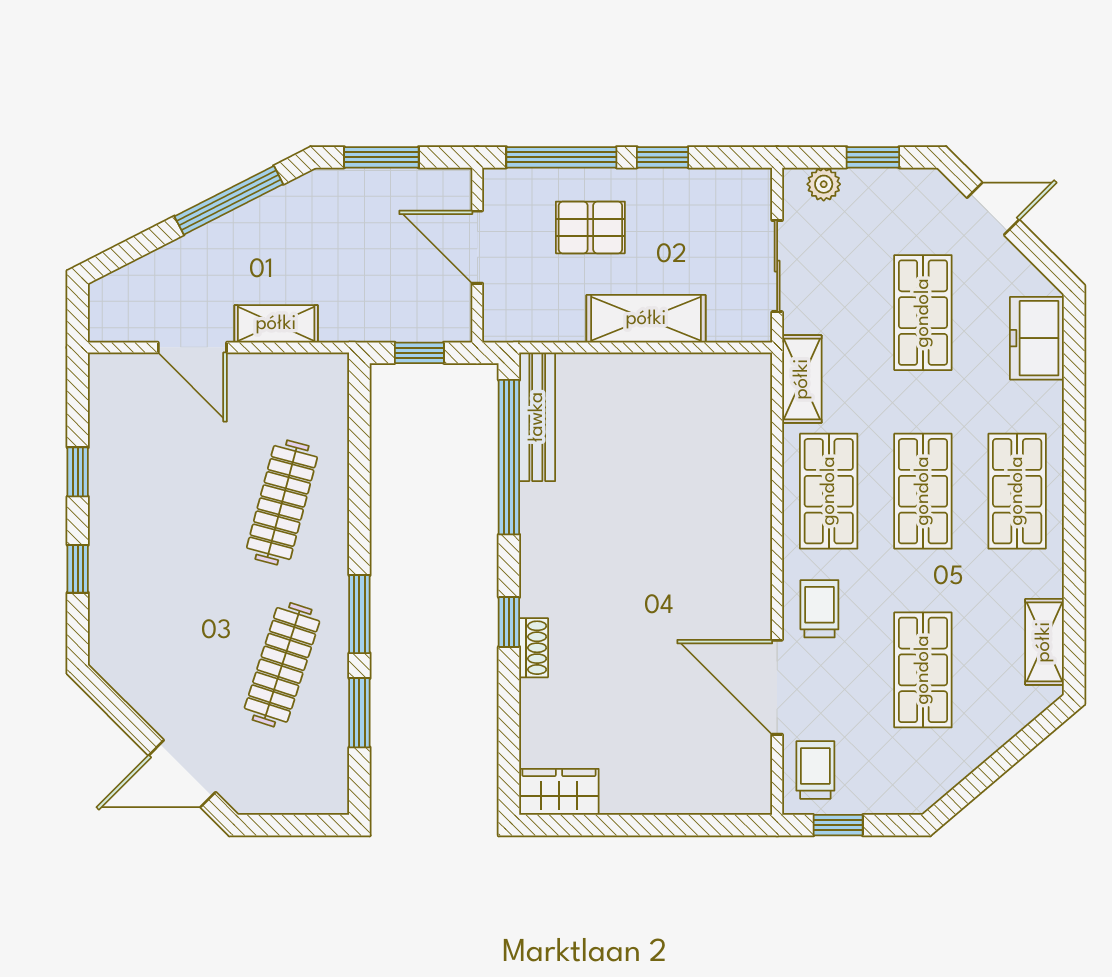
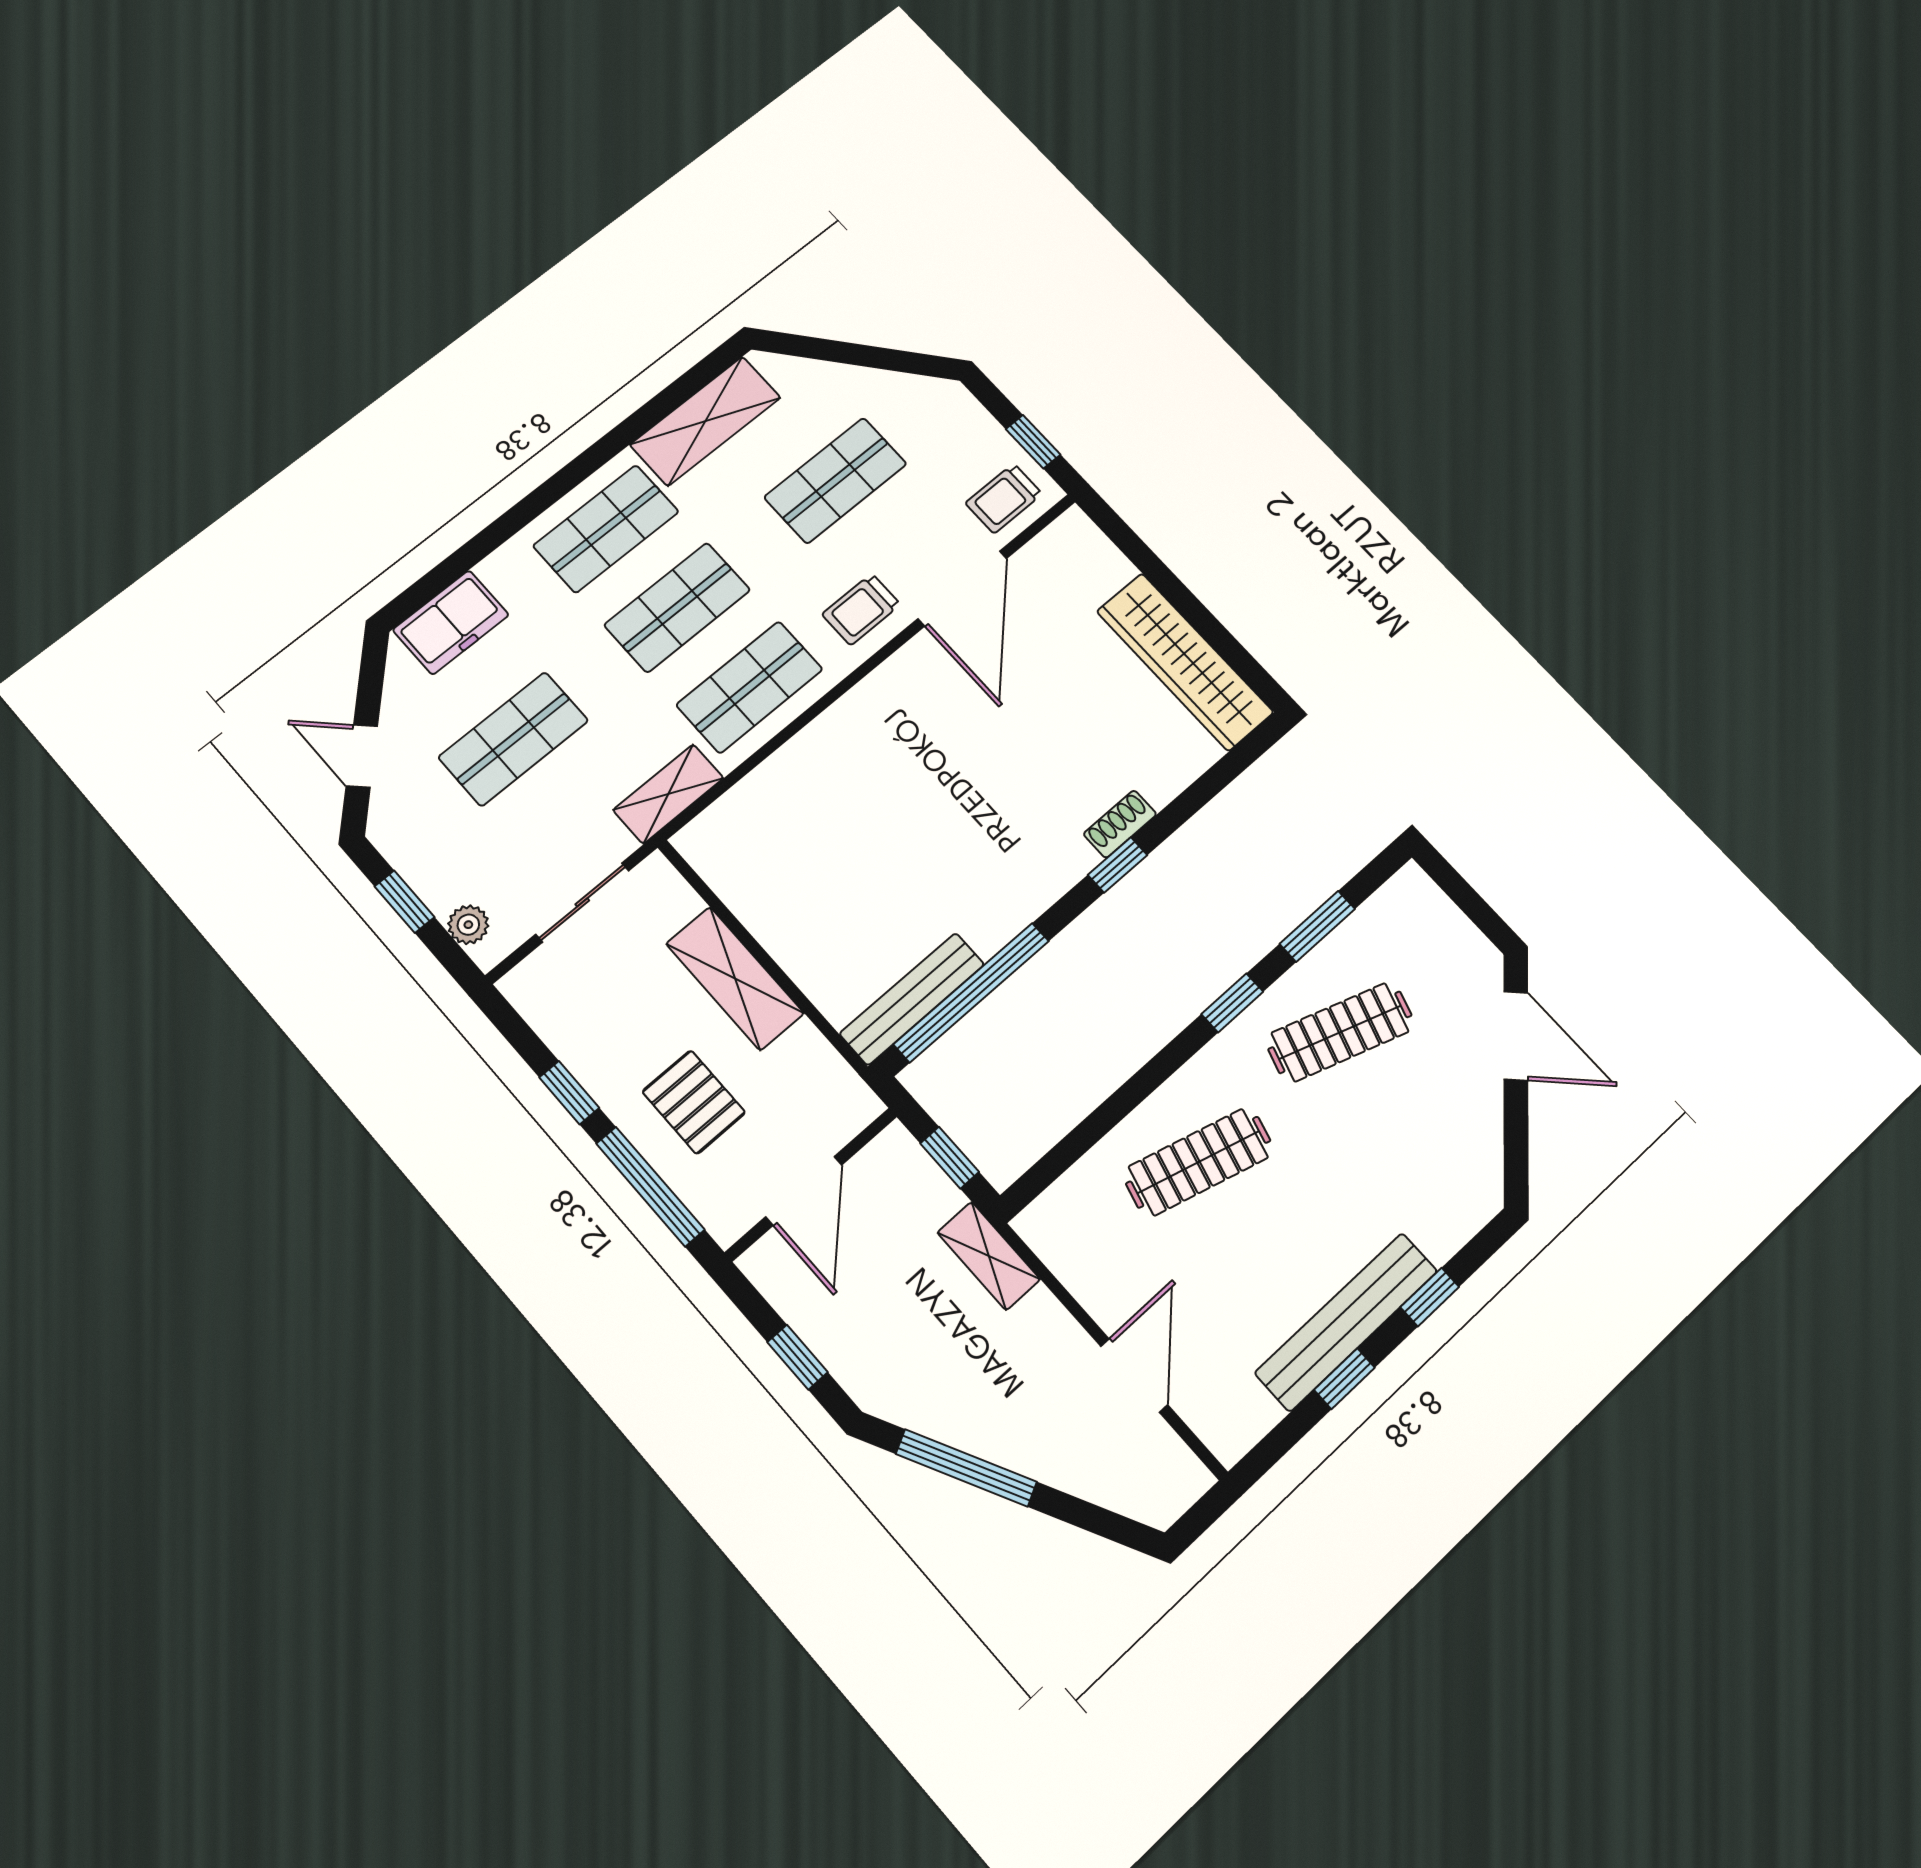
window: (381, 157) -> (798, 1357), width x0.67
shelving: (276, 324) -> (989, 1256), moved
bench: (109, 504) -> (1346, 1322), added
window: (359, 614) -> (1232, 1003), width x0.67
shelving: (1044, 642) -> (705, 421), width x1.50, depth x1.33
wardrobe: (559, 792) -> (1185, 662), width x2.10, depth x1.17

